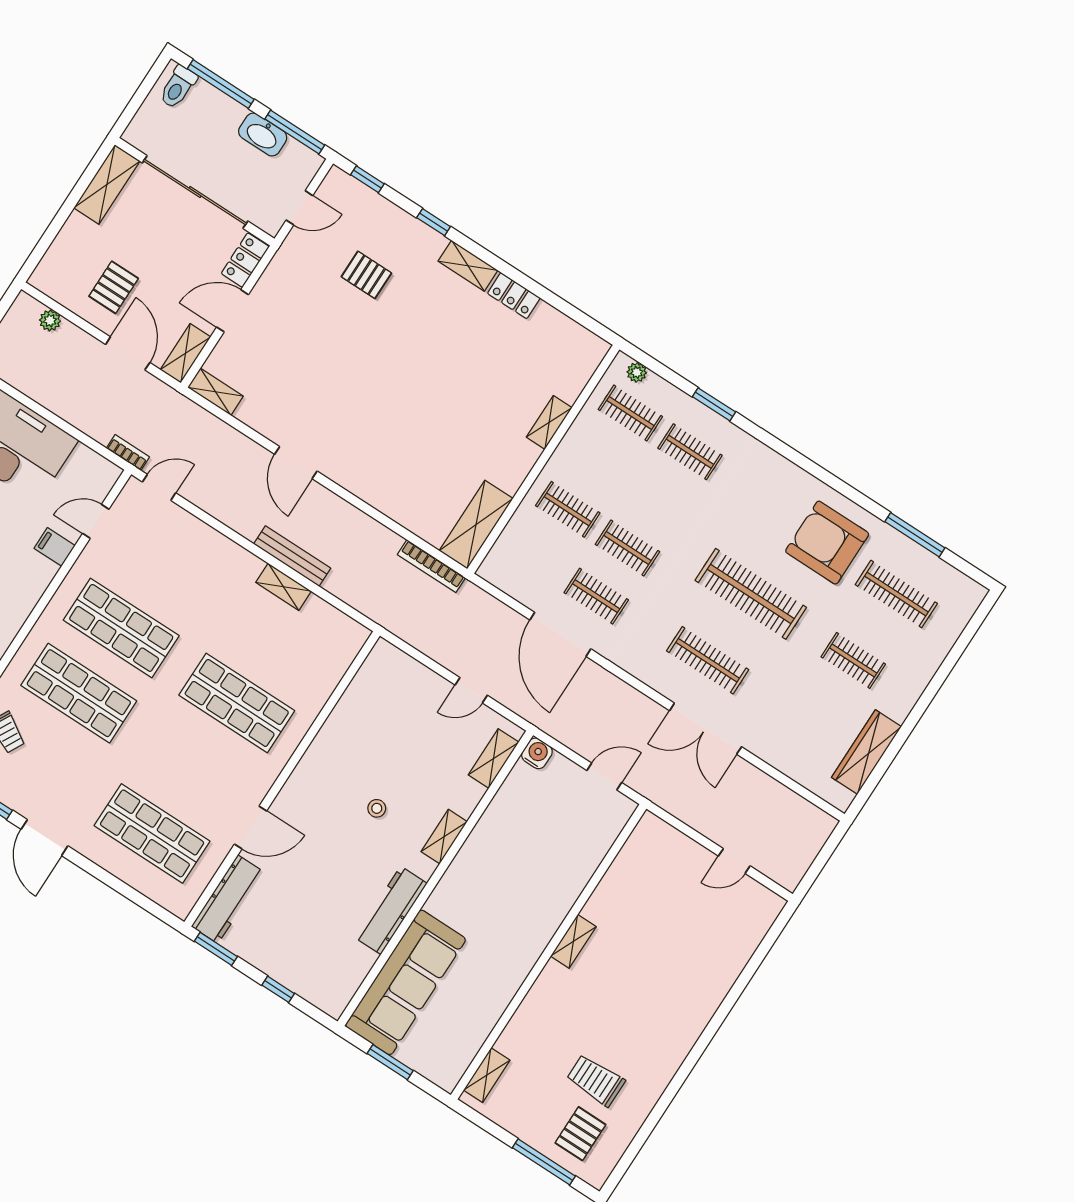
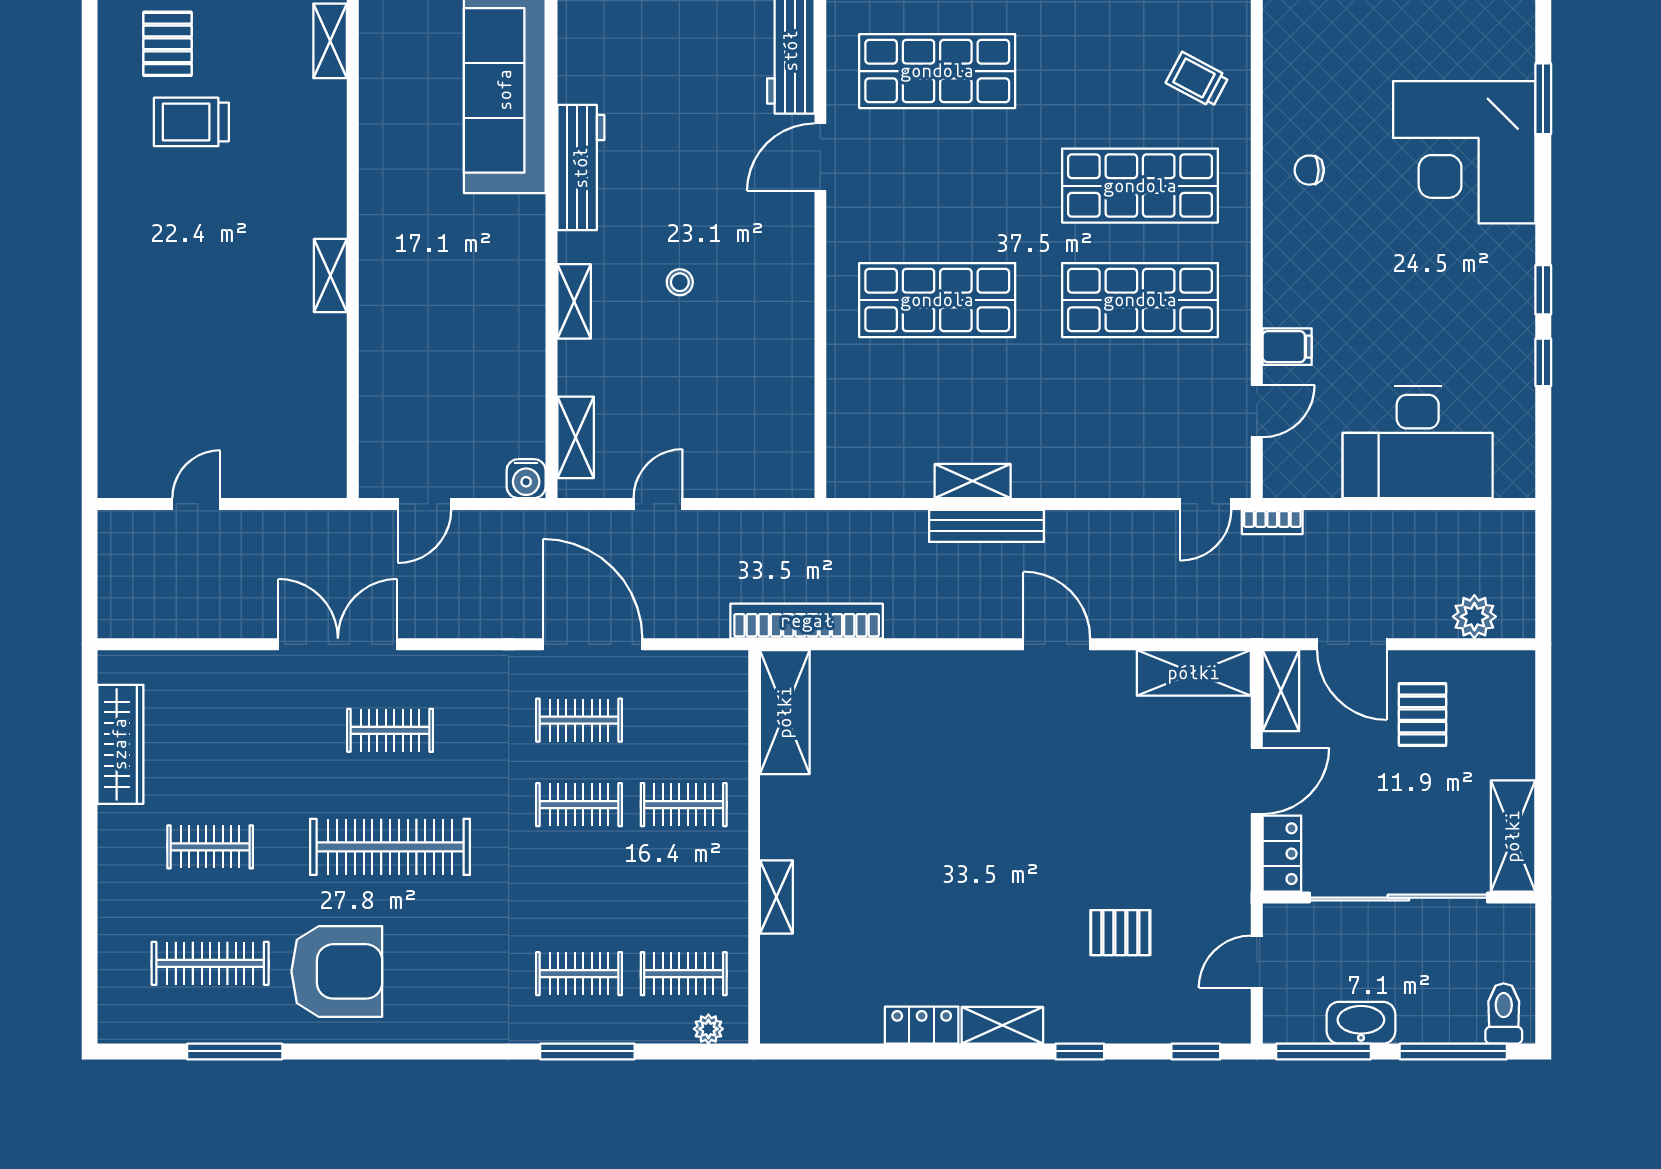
plant: (50, 320) -> (1474, 617), width x1.38, depth x1.38
shelving: (215, 392) -> (1194, 673), width x1.50, depth x1.33
window: (714, 404) -> (587, 1051), width x1.44
bookcase: (431, 566) -> (807, 621), width x1.48, depth x1.31
clothes rail: (708, 660) -> (390, 730), width x0.73
trolley: (596, 1080) -> (191, 122), turned 180

